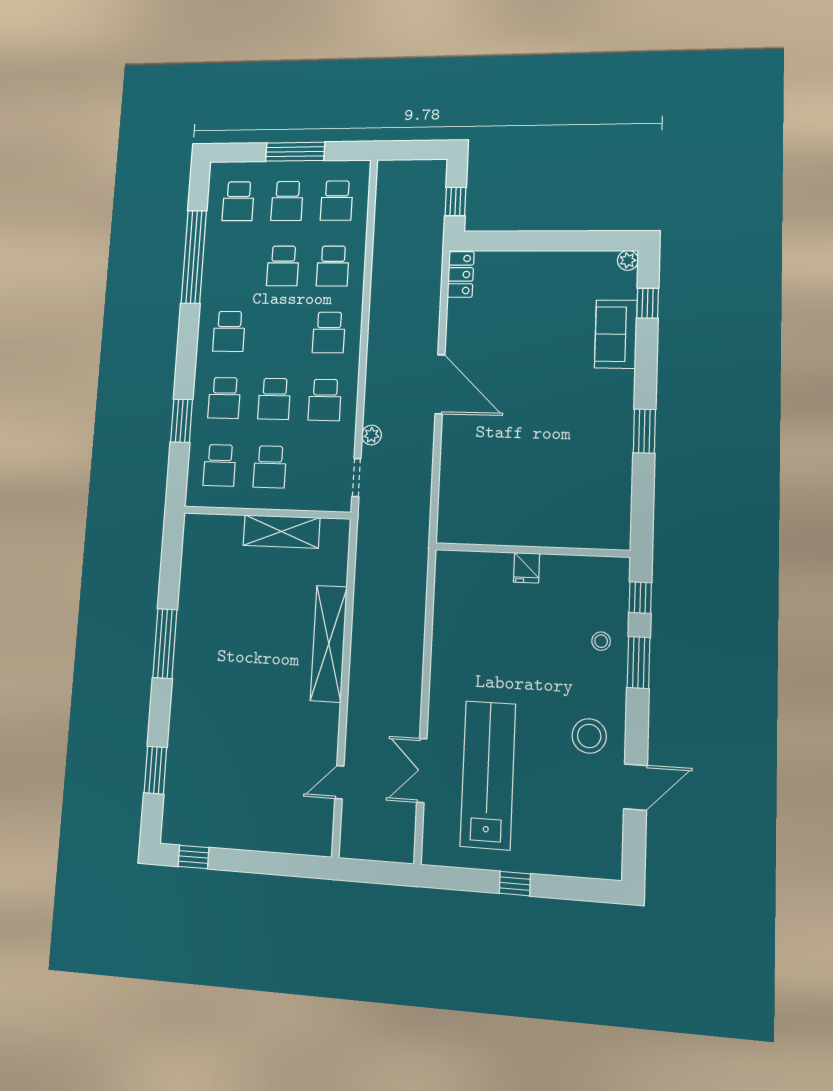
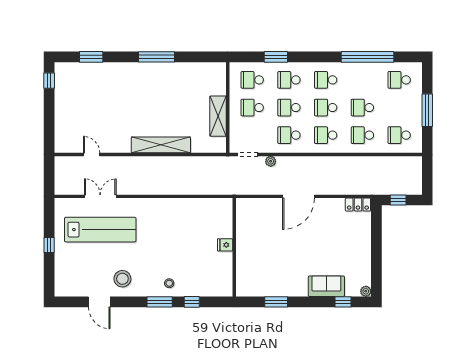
school desk: (287, 201) -> (326, 108), moved
wall: (532, 550) -> (234, 247), moved
fridge: (527, 568) -> (225, 245), moved

